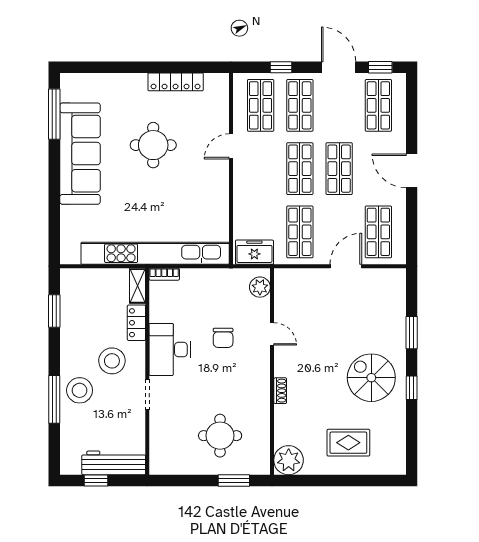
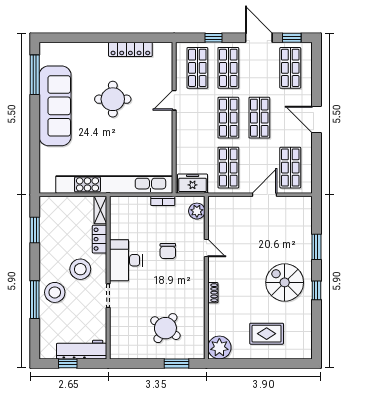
bookcase: (164, 274) -> (163, 201), moved
round table: (220, 436) -> (165, 328), turned 35

